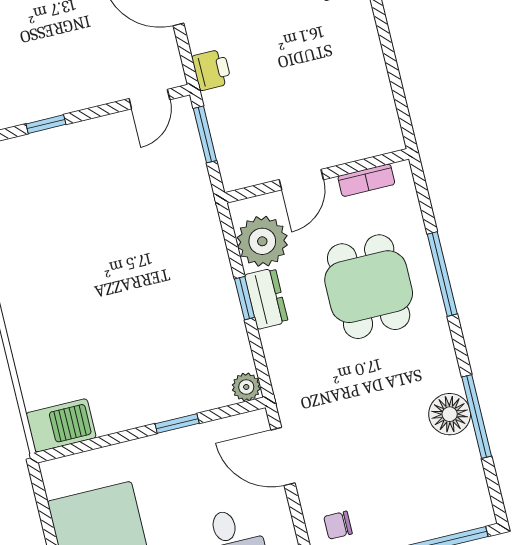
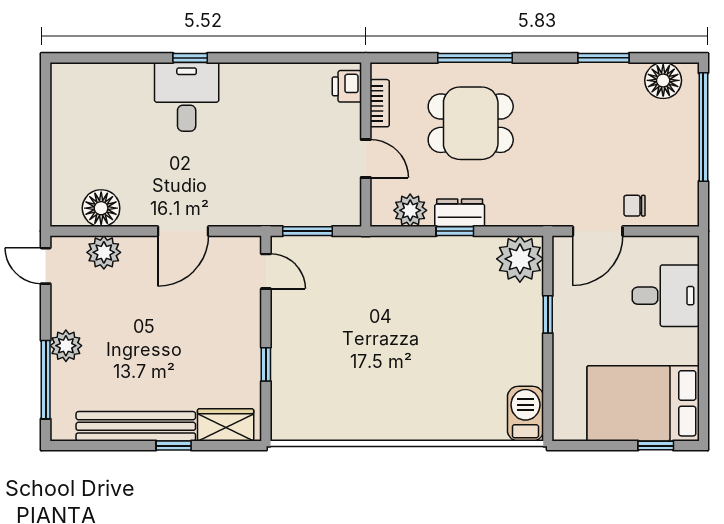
printer: (212, 70) -> (347, 86), moved, turned -90
plant: (262, 241) -> (410, 210), width x0.73, depth x0.73
plant: (246, 387) -> (520, 259), width x1.88, depth x1.88
floor lamp: (450, 414) -> (663, 80), moved
window: (477, 416) -> (603, 58), width x0.69
chair: (338, 525) -> (635, 206), moved, turned 90

